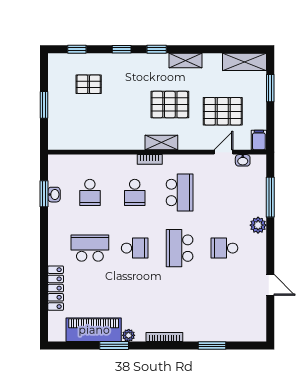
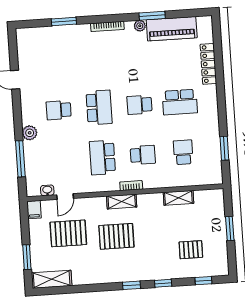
shelving: (186, 60) -> (178, 198), moved
school desk: (135, 192) -> (143, 155), turned 90
washbasin: (54, 195) -> (215, 148), removed
school desk: (224, 248) -> (59, 110), turned 180

